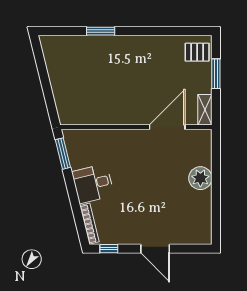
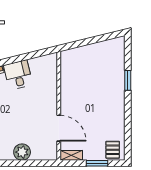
window: (63, 154) -> (40, 53), removed

